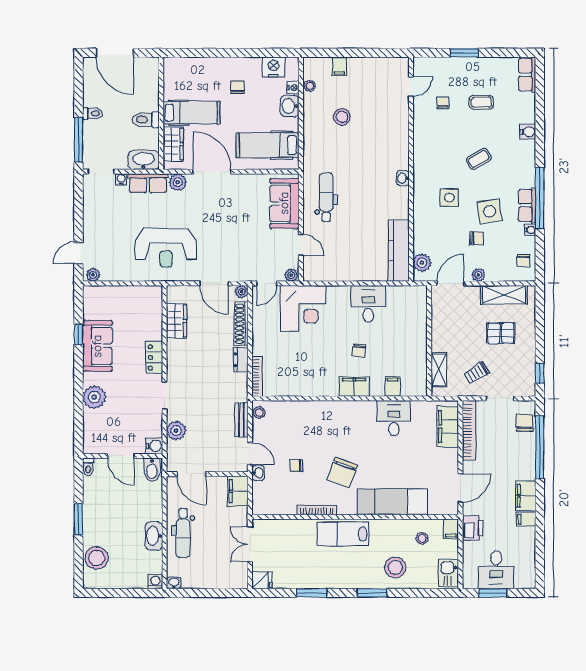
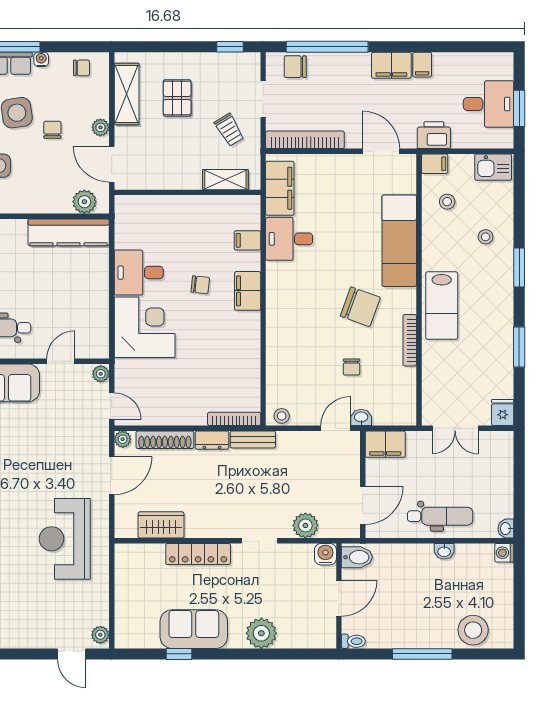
reception desk: (166, 248) -> (65, 539), turned 180
corner desk: (303, 308) -> (145, 327), moved
locker: (154, 357) -> (198, 554), width x1.53
bench: (241, 420) -> (253, 439), moved
filing cabinet: (448, 427) -> (280, 188), moved, turned -90
window: (79, 519) -> (422, 654), width x1.44
washbasin: (154, 536) -> (444, 551), width x0.52, depth x0.69
stool: (395, 567) -> (486, 237), width x0.53, depth x0.53

